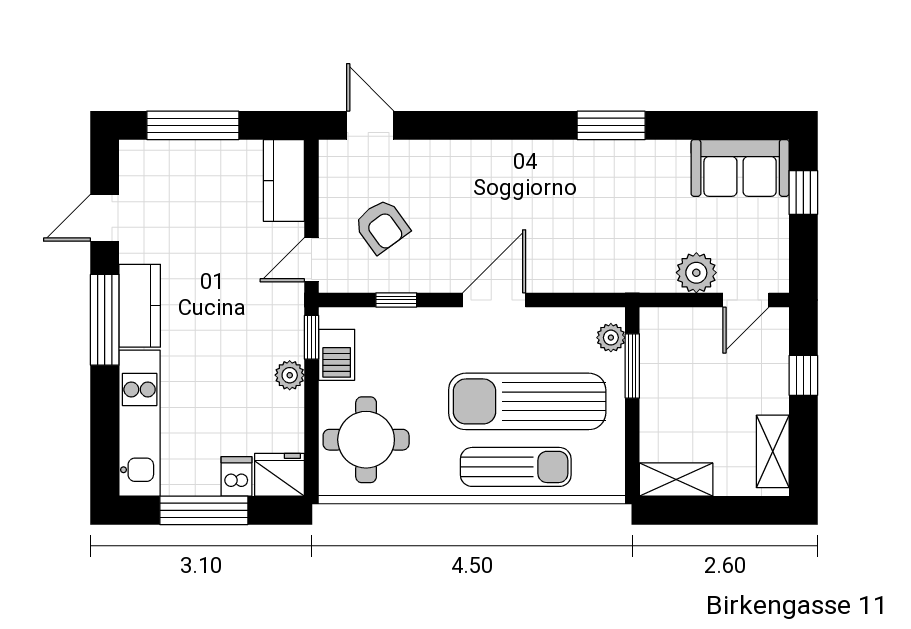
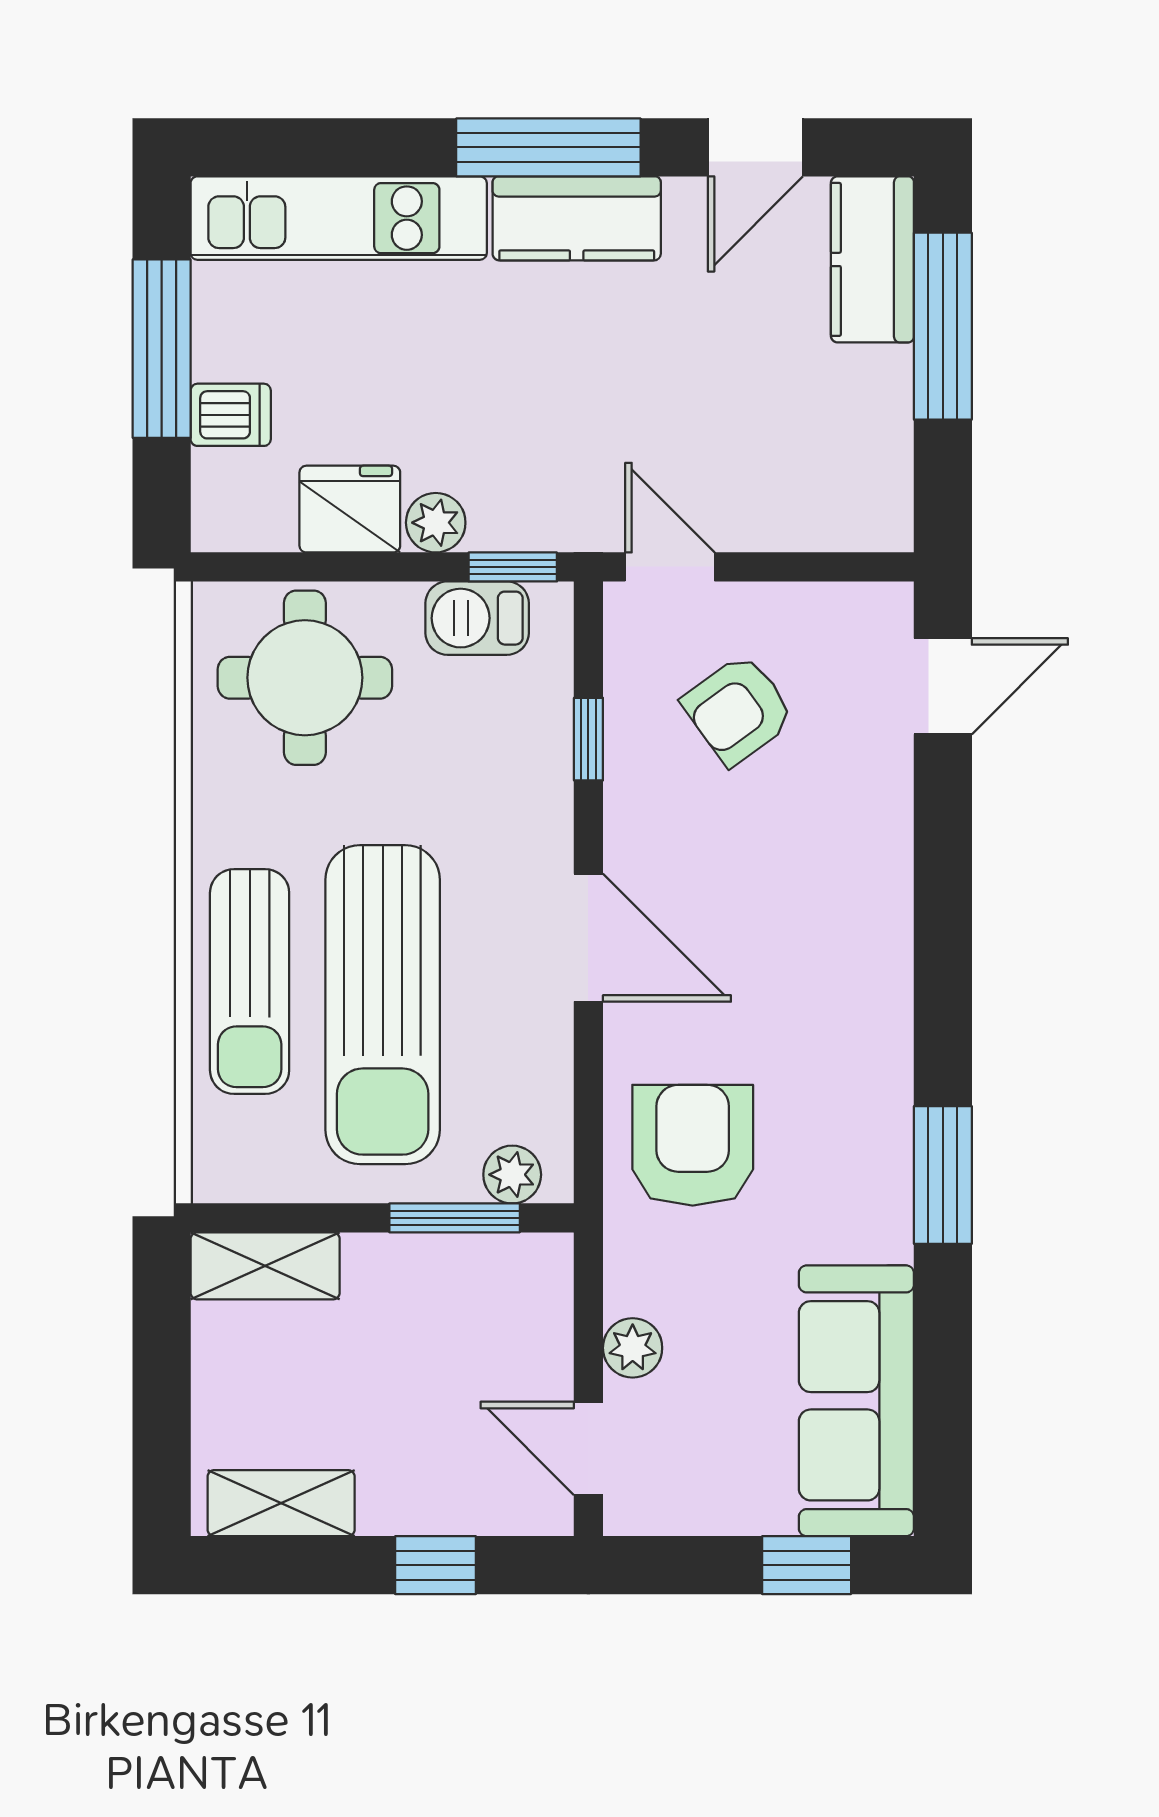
sofa: (740, 168) -> (856, 1401), width x1.36
kitchen counter: (284, 181) -> (872, 259), moved, turned -90
door: (105, 218) -> (755, 147), swing flipped
armchair: (596, 249) -> (693, 1145), added
plant: (696, 273) -> (633, 1348), width x0.73, depth x0.73
sun lounger: (527, 401) -> (383, 1005), turned 180
fridge: (280, 475) -> (350, 509), moved, turned -90
shelving: (676, 480) -> (265, 1266), moved, turned 90

